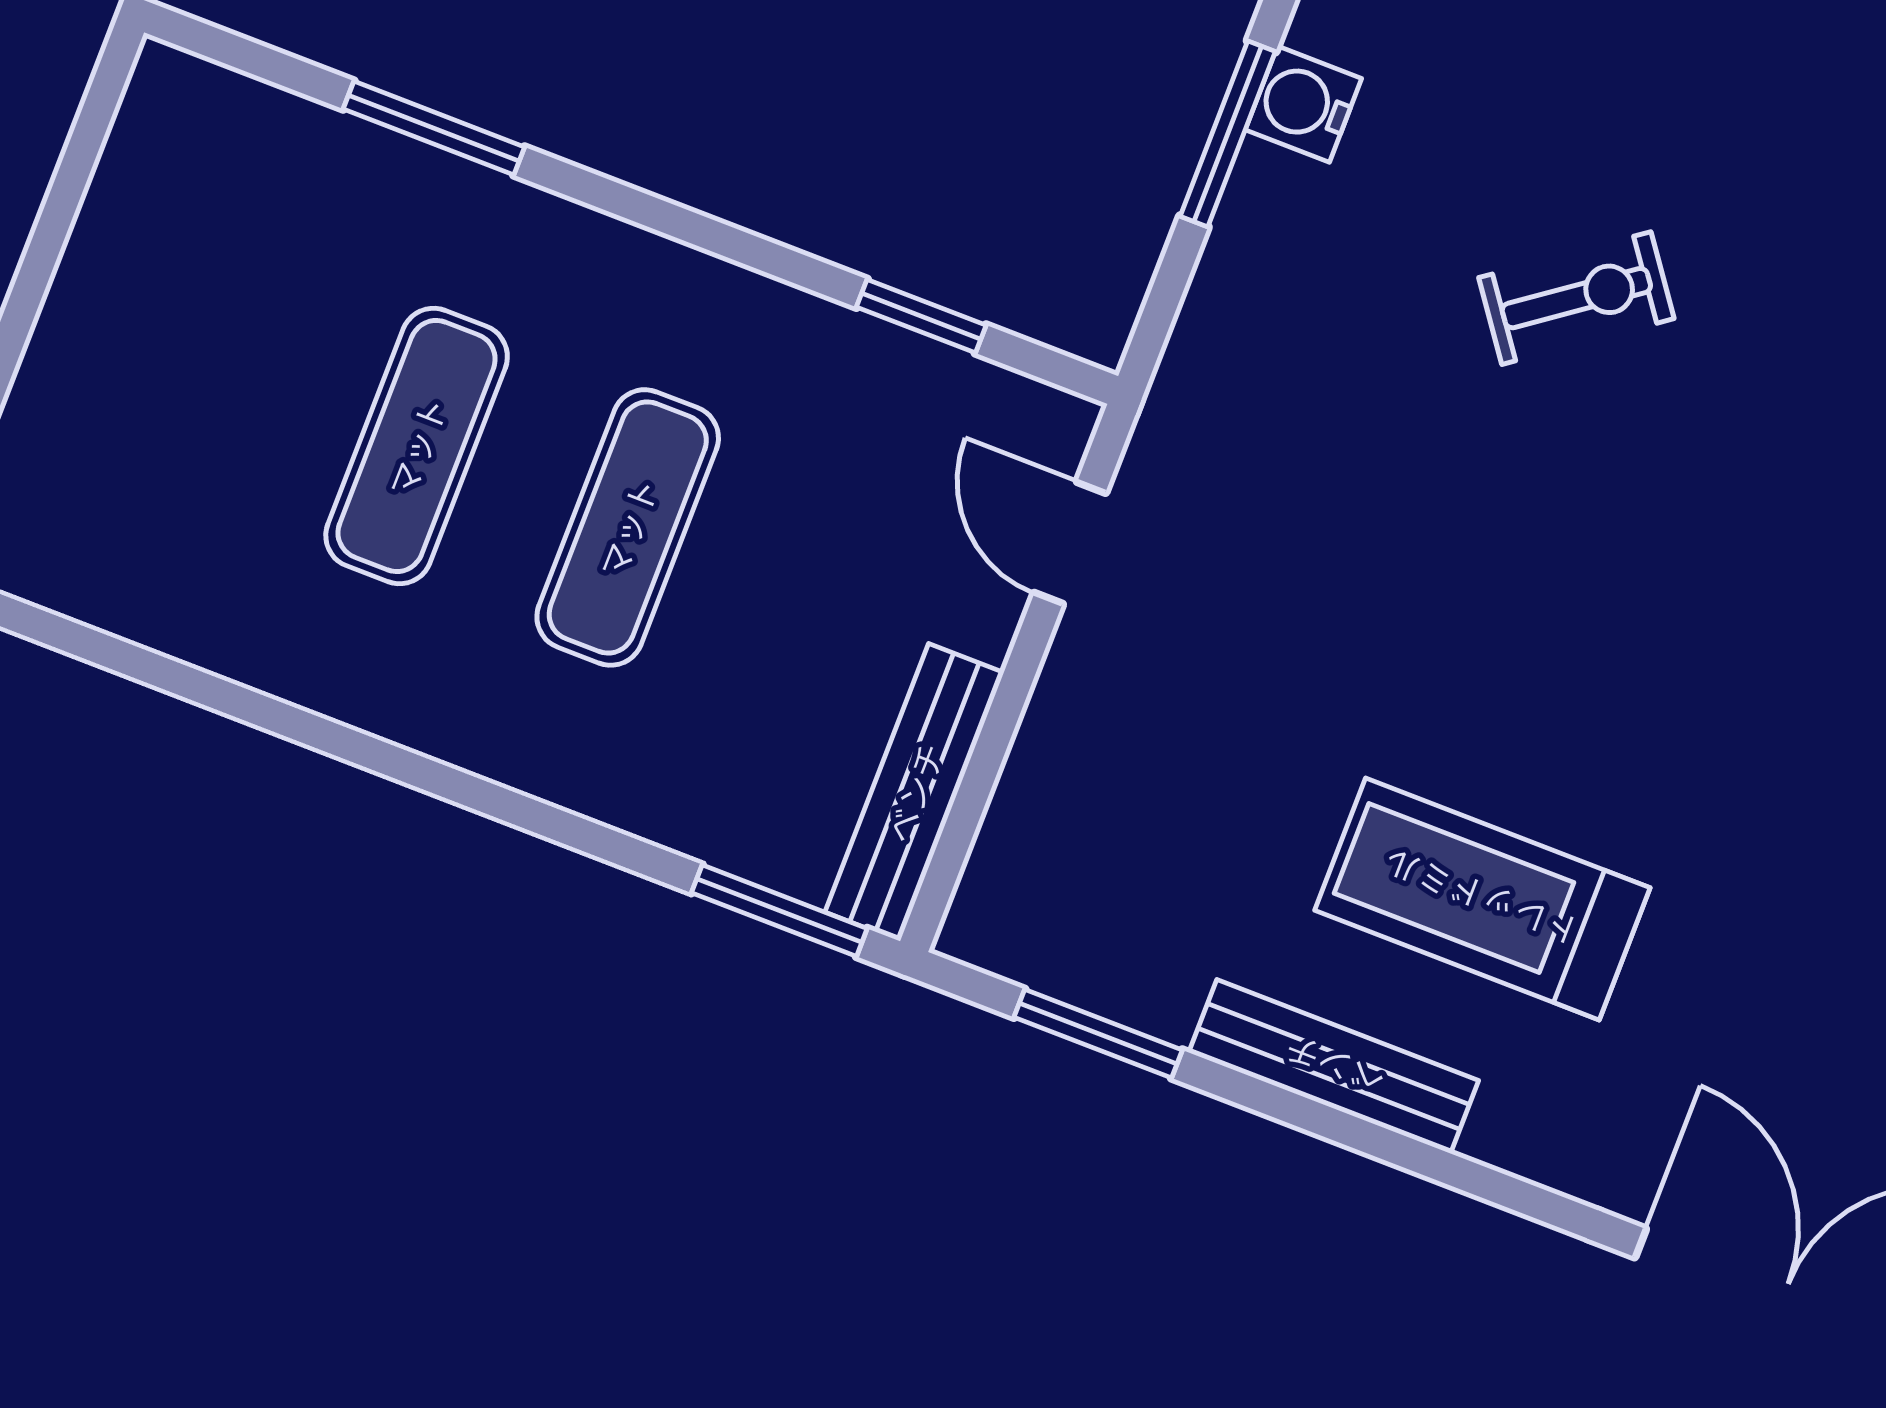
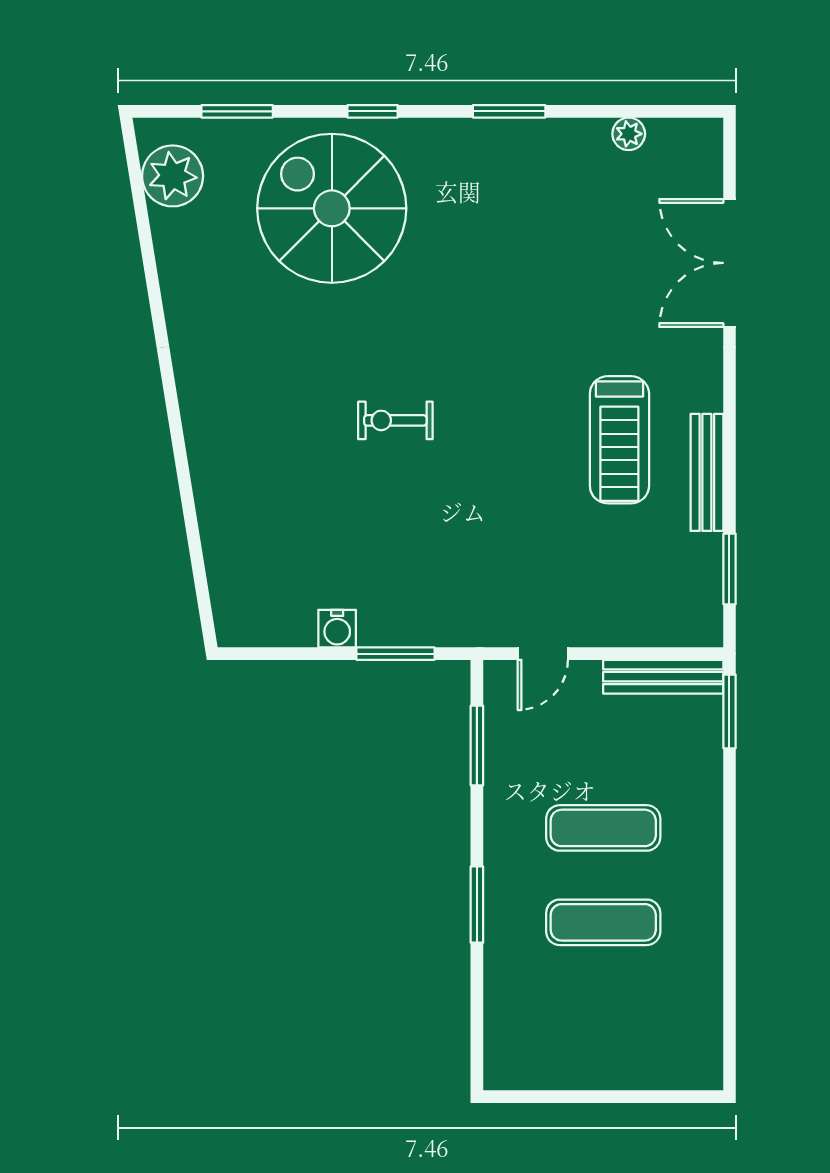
window: (434, 128) -> (477, 905), moved
window: (1228, 134) -> (396, 654), moved
exercise bike: (1576, 298) -> (395, 420), moved, turned -54
window: (921, 316) -> (477, 745), width x1.50

